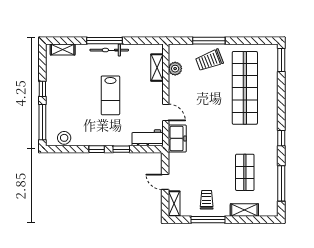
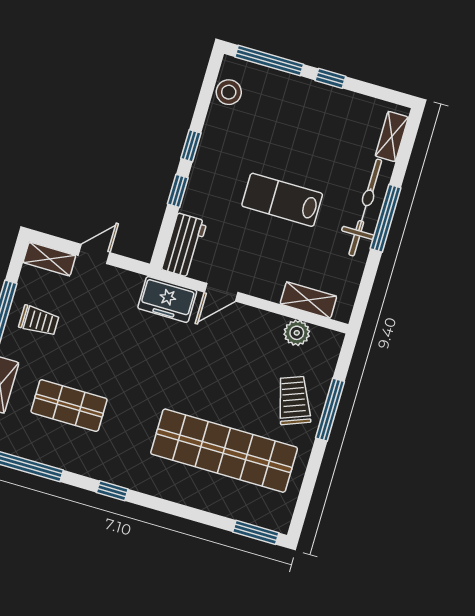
bicycle: (109, 50) -> (365, 208), width x1.37, depth x1.40

